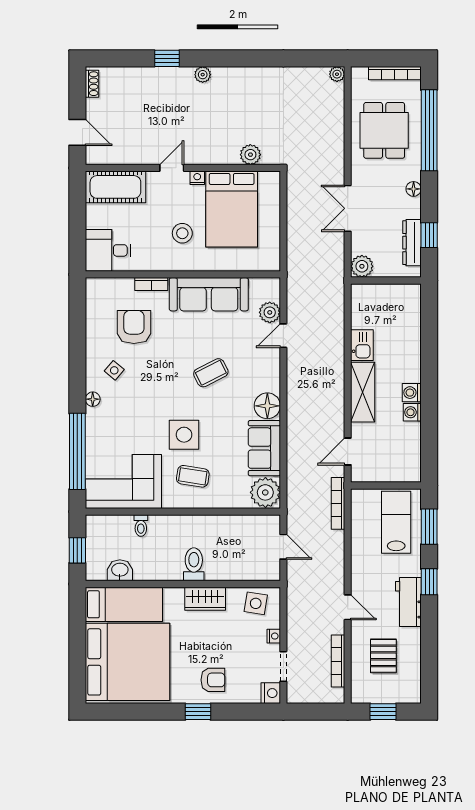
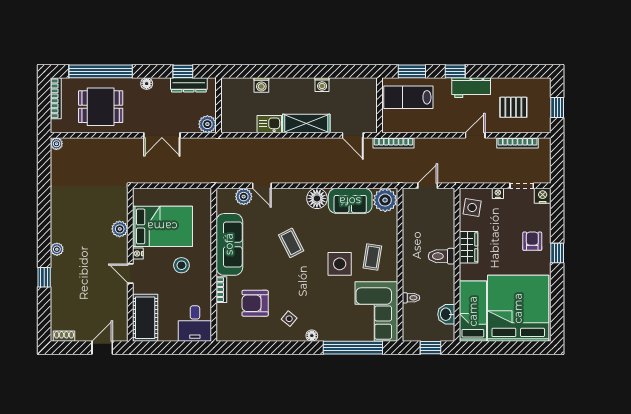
plant: (250, 155) -> (120, 229), moved
washing machine: (412, 393) -> (261, 85), moved

